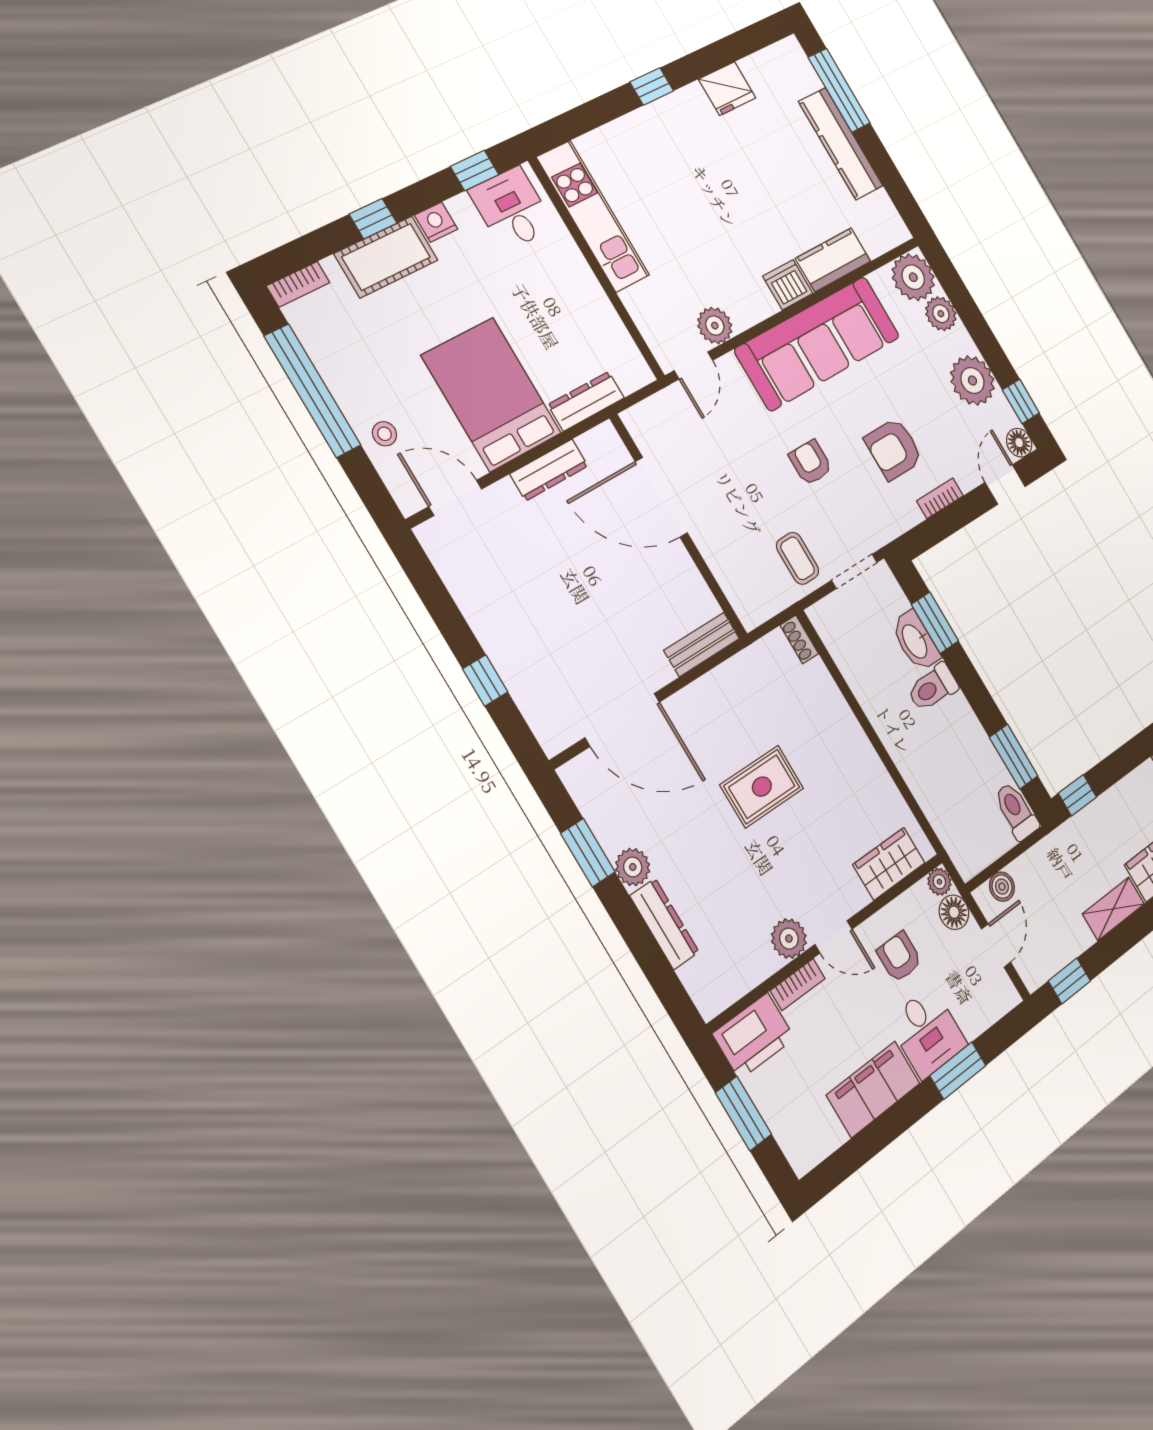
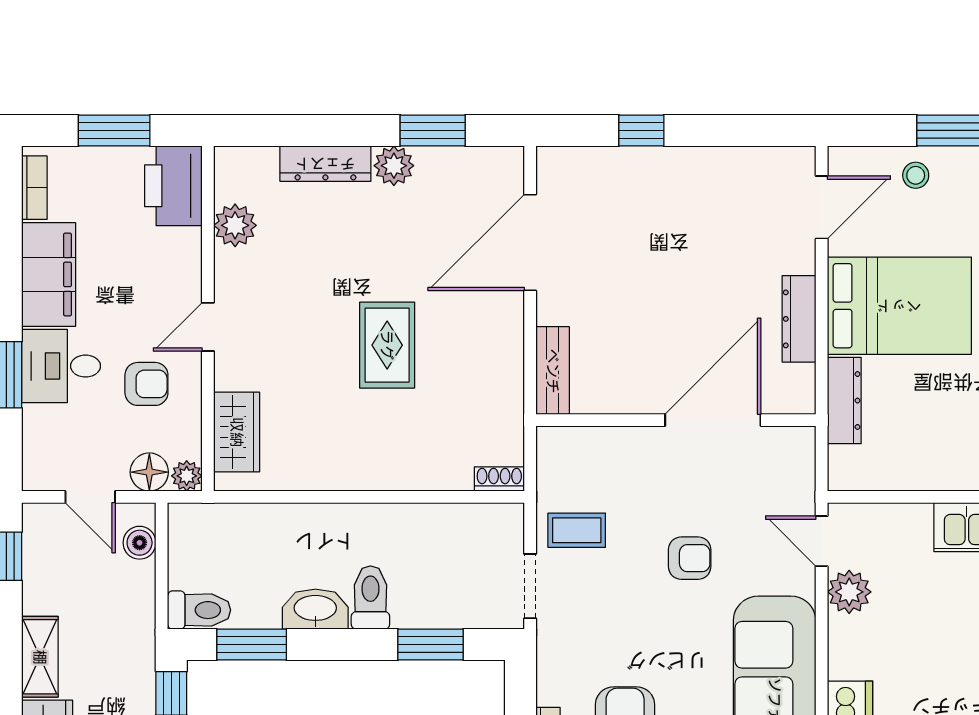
armchair: (810, 462) -> (690, 558), moved
washbasin: (915, 641) -> (315, 609), moved
plant: (789, 939) -> (235, 225), moved
bookcase: (798, 985) -> (34, 188), moved, turned 180

